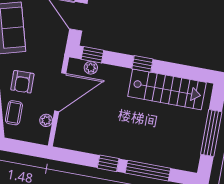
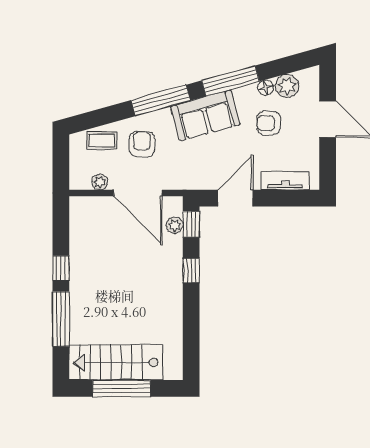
window: (142, 64) -> (191, 271), moved
armchair: (22, 82) -> (142, 144), turned 91
stairs: (167, 89) -> (116, 362), moved, turned 90

